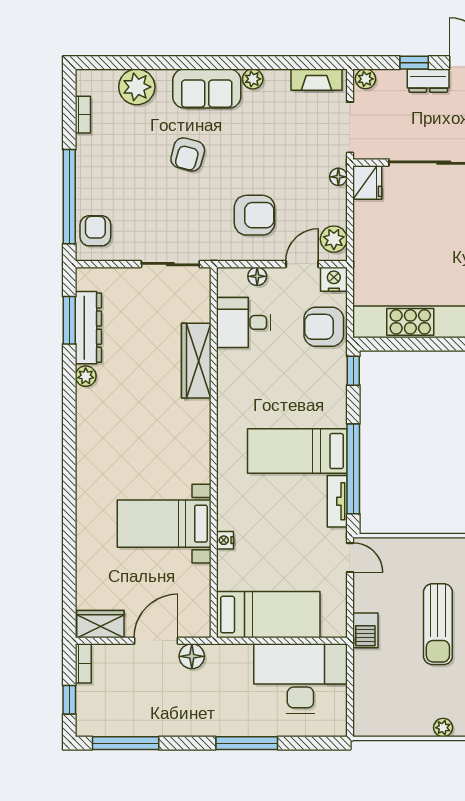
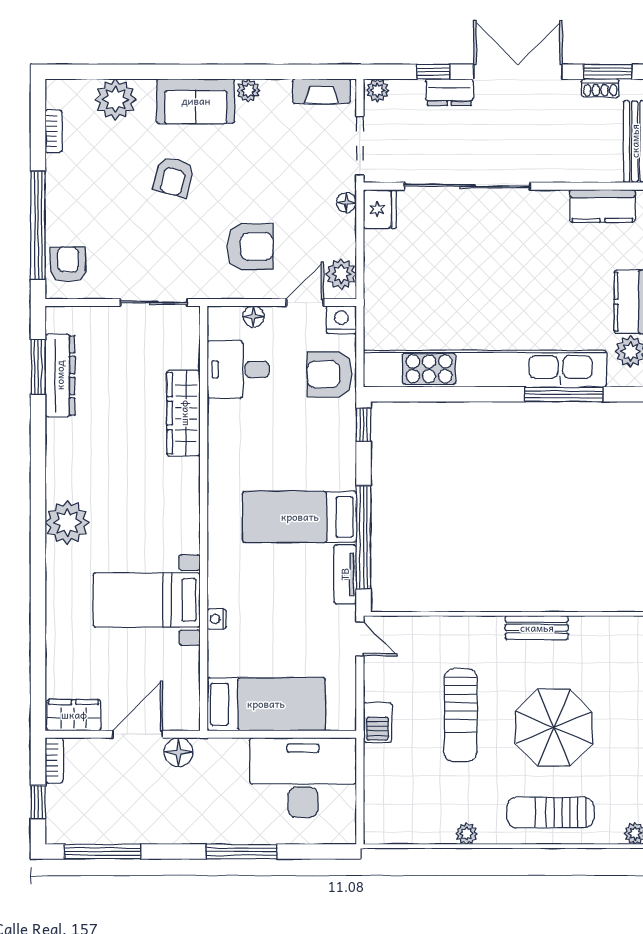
plant: (86, 376) -> (67, 522), moved, width x1.88, depth x1.88

